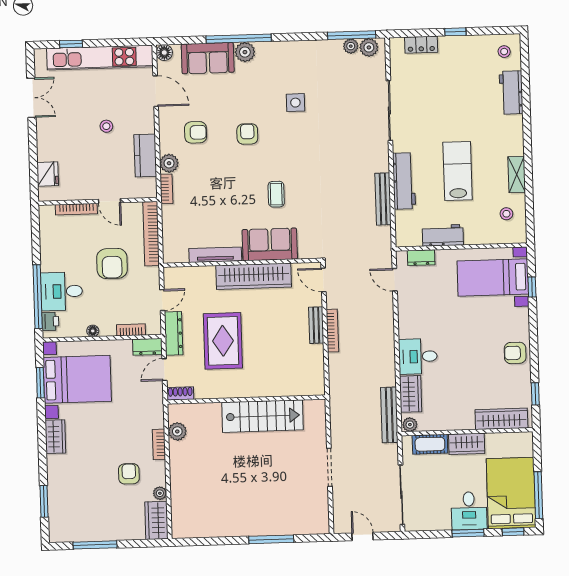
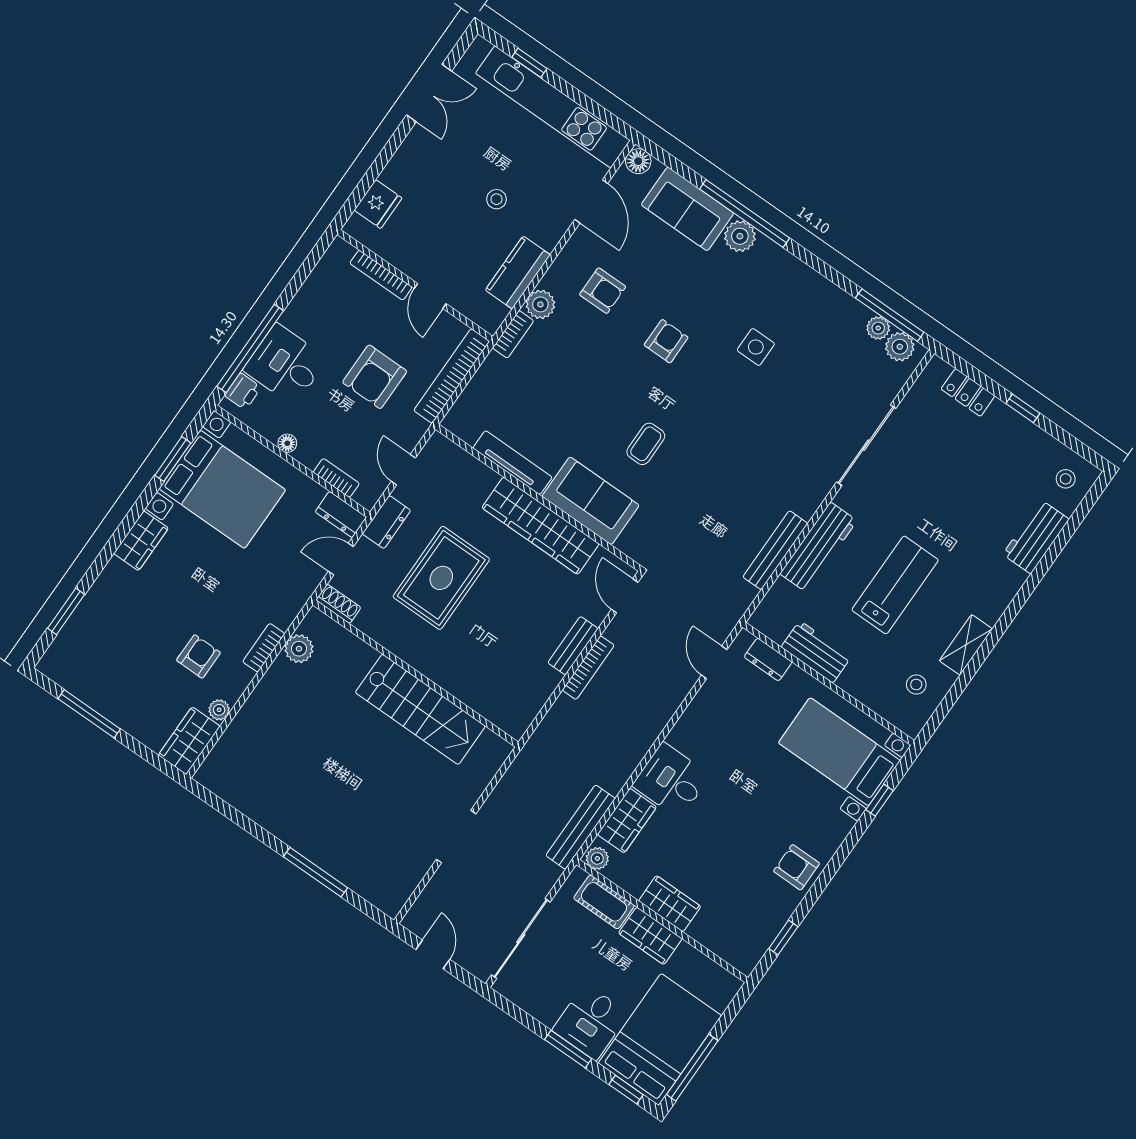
door: (162, 300) -> (403, 470), swing flipped
dresser: (174, 333) -> (386, 522), width x0.70
wardrobe: (501, 419) -> (670, 904), moved, width x0.67

